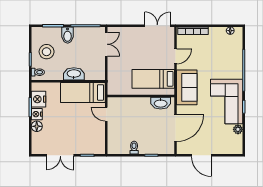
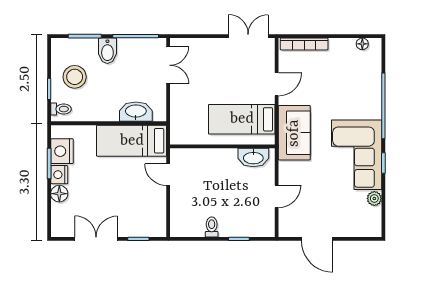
washbasin: (74, 74) -> (136, 112), moved
door: (176, 128) -> (277, 196), width x0.53
double door: (60, 155) -> (96, 239), swing flipped

